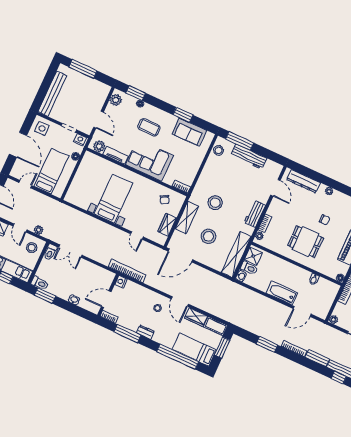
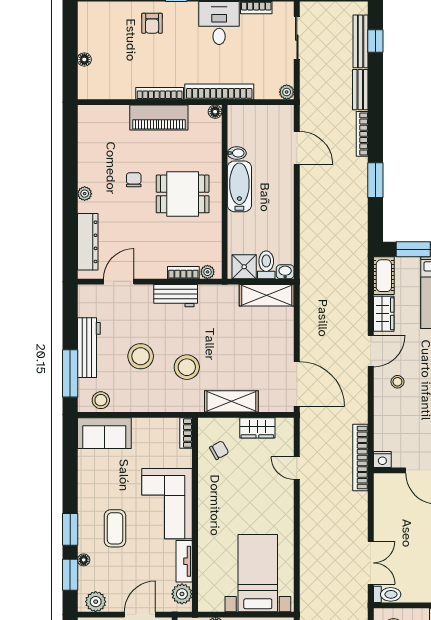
window: (183, 115) -> (70, 529), moved
sofa: (189, 132) -> (104, 433), moved, turned 90
bed with nightstands: (113, 199) -> (258, 573), moved, turned 90
door: (137, 235) -> (297, 468), swing flipped
stool: (208, 236) -> (141, 356), moved
dining table: (306, 242) -> (183, 194), turned 90
shelving: (236, 254) -> (267, 295), width x0.68
bathtub: (282, 293) -> (239, 186), moved, turned 180

